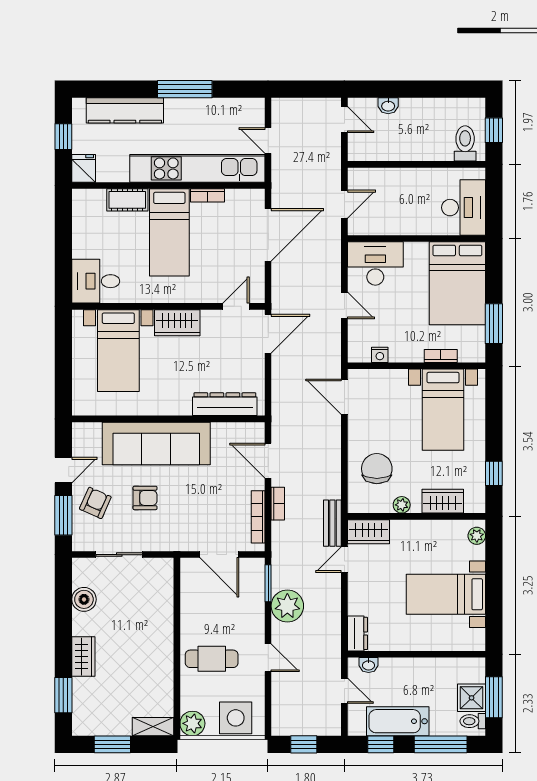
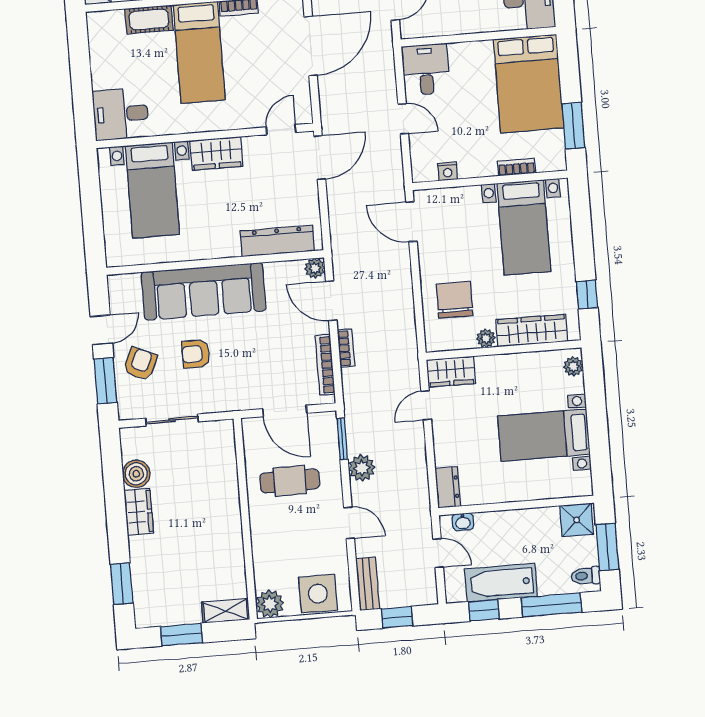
desk: (375, 264) -> (426, 69), width x0.73
plant: (256, 431) -> (315, 268), added
armchair: (145, 498) -> (196, 354), turned 180
wardrobe: (443, 501) -> (532, 331), width x1.50
bench: (332, 523) -> (368, 584), moved
plant: (287, 606) -> (362, 468), width x0.73, depth x0.73
wardrobe: (83, 657) -> (139, 512), moved
cafe table: (212, 659) -> (290, 481), moved
shower: (472, 698) -> (577, 520), moved

